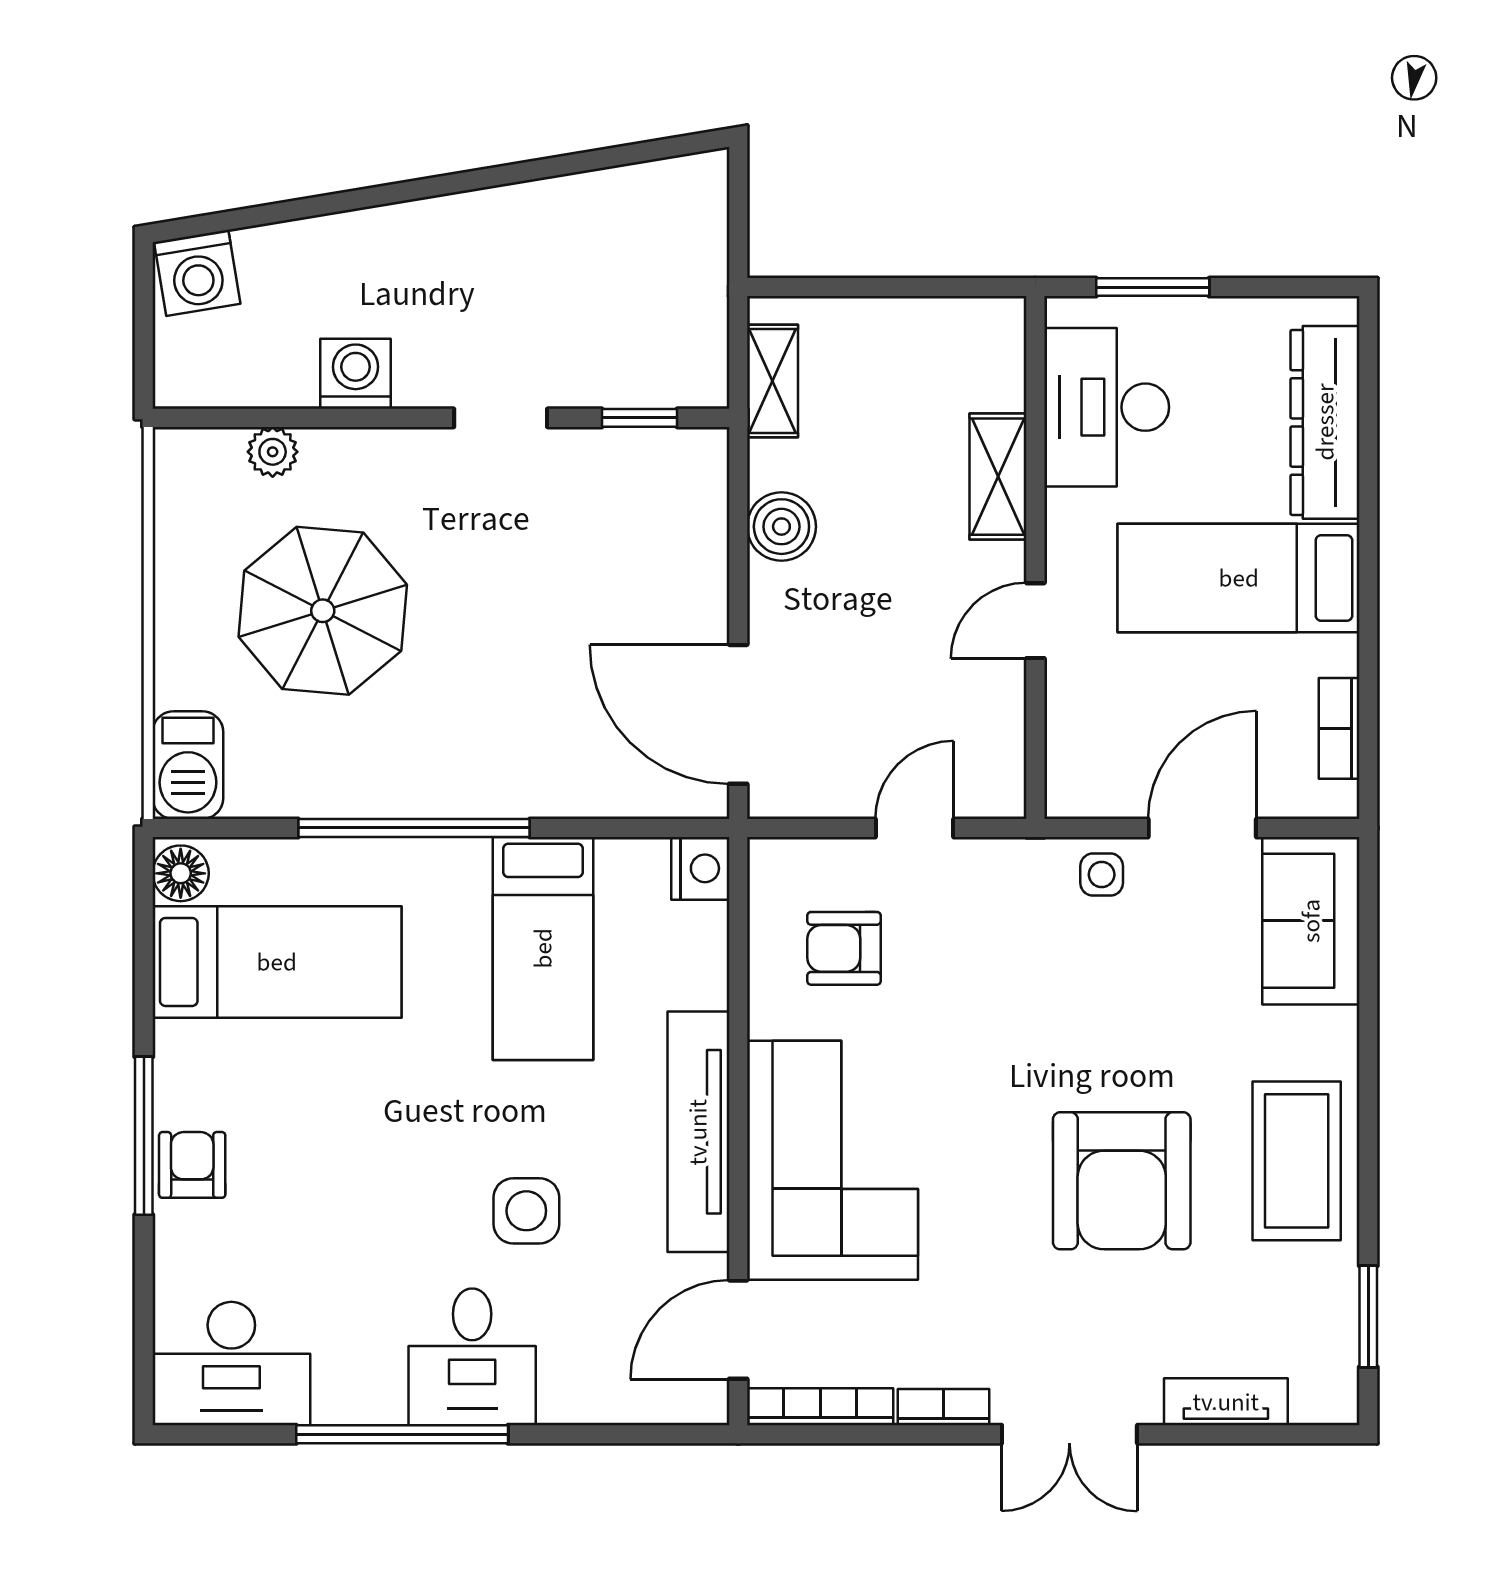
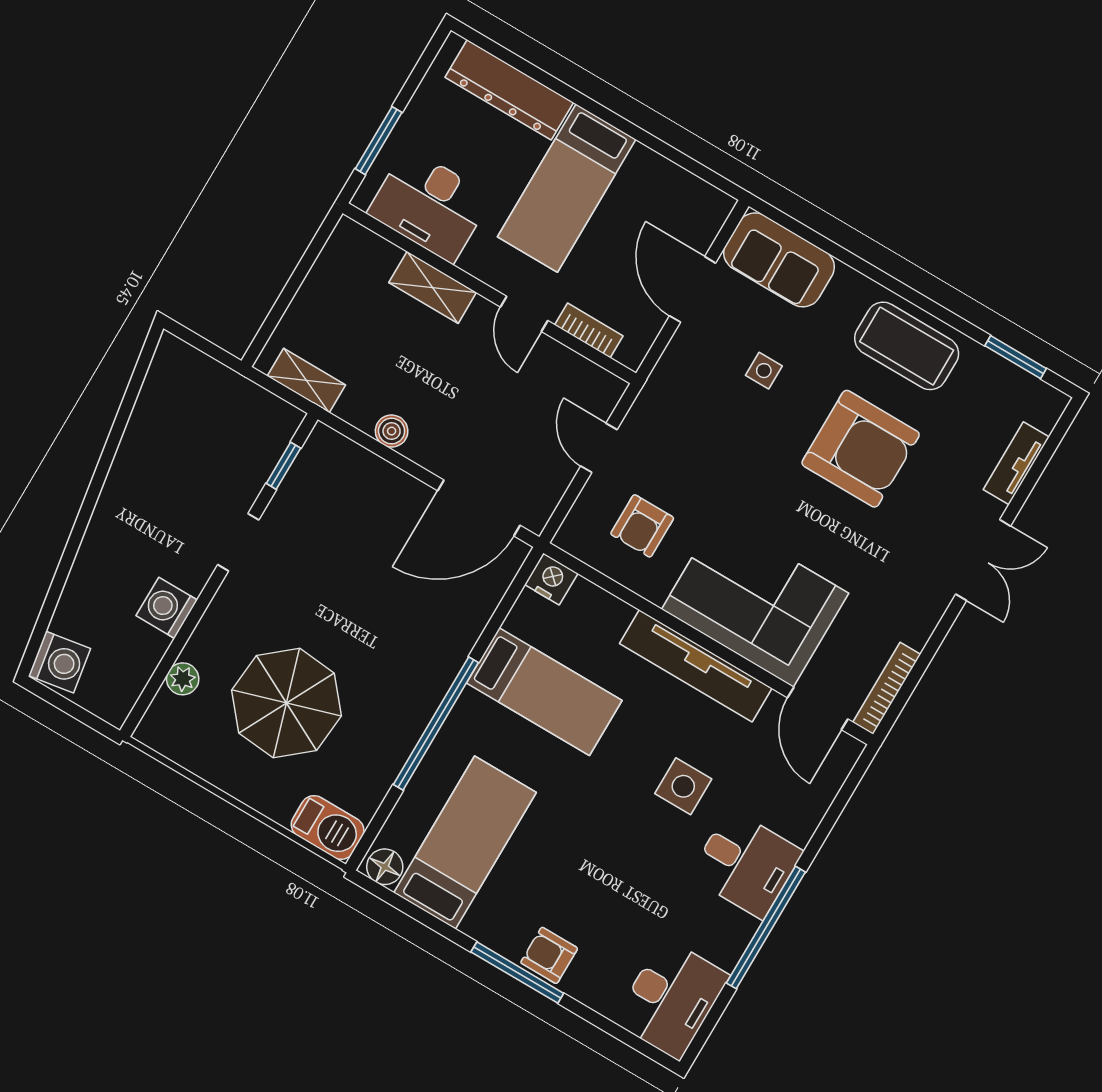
boiler: (781, 527) -> (392, 431), width x0.73, depth x0.73
bookcase: (1339, 728) -> (589, 330), moved, turned 180
side table: (1102, 875) -> (764, 371), moved
bookcase: (943, 1407) -> (927, 621), removed

